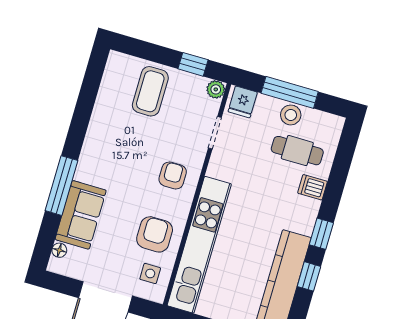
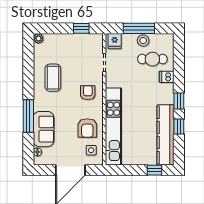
plant: (216, 89) -> (38, 38), moved
coffee table: (150, 91) -> (53, 78), moved
armchair: (155, 234) -> (87, 128), turned 180

